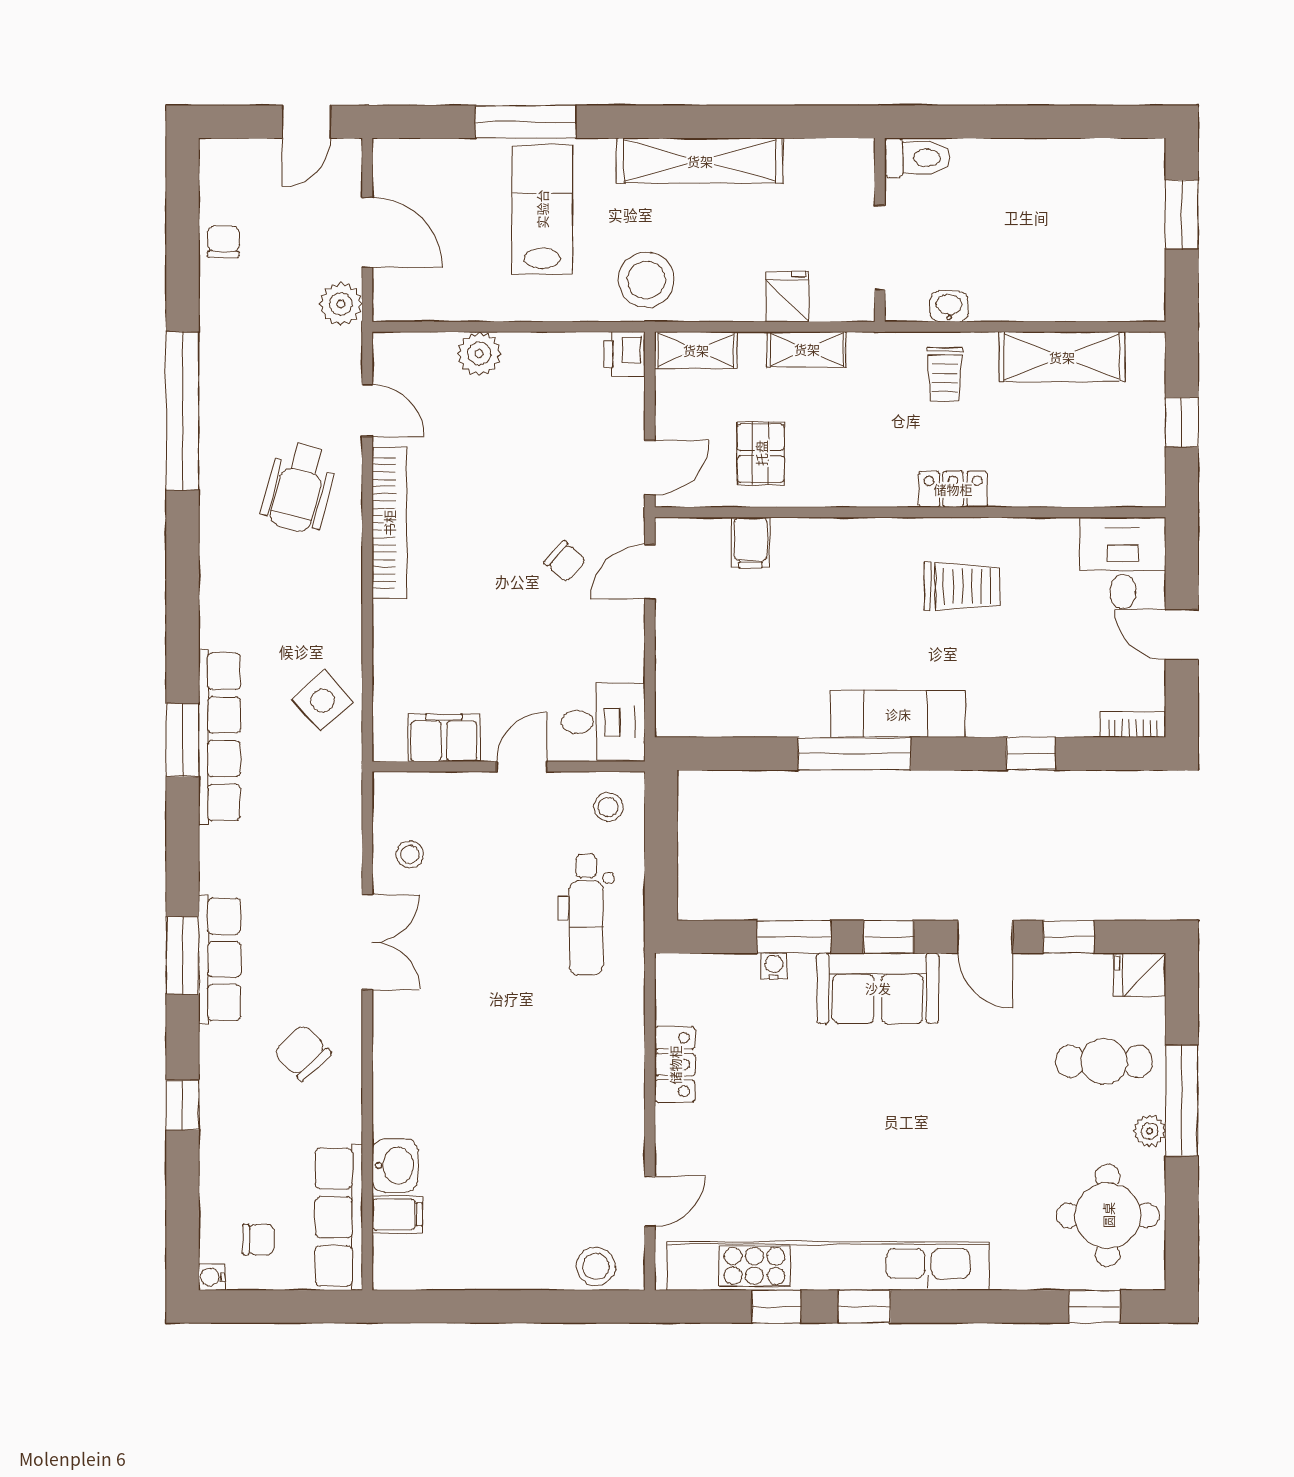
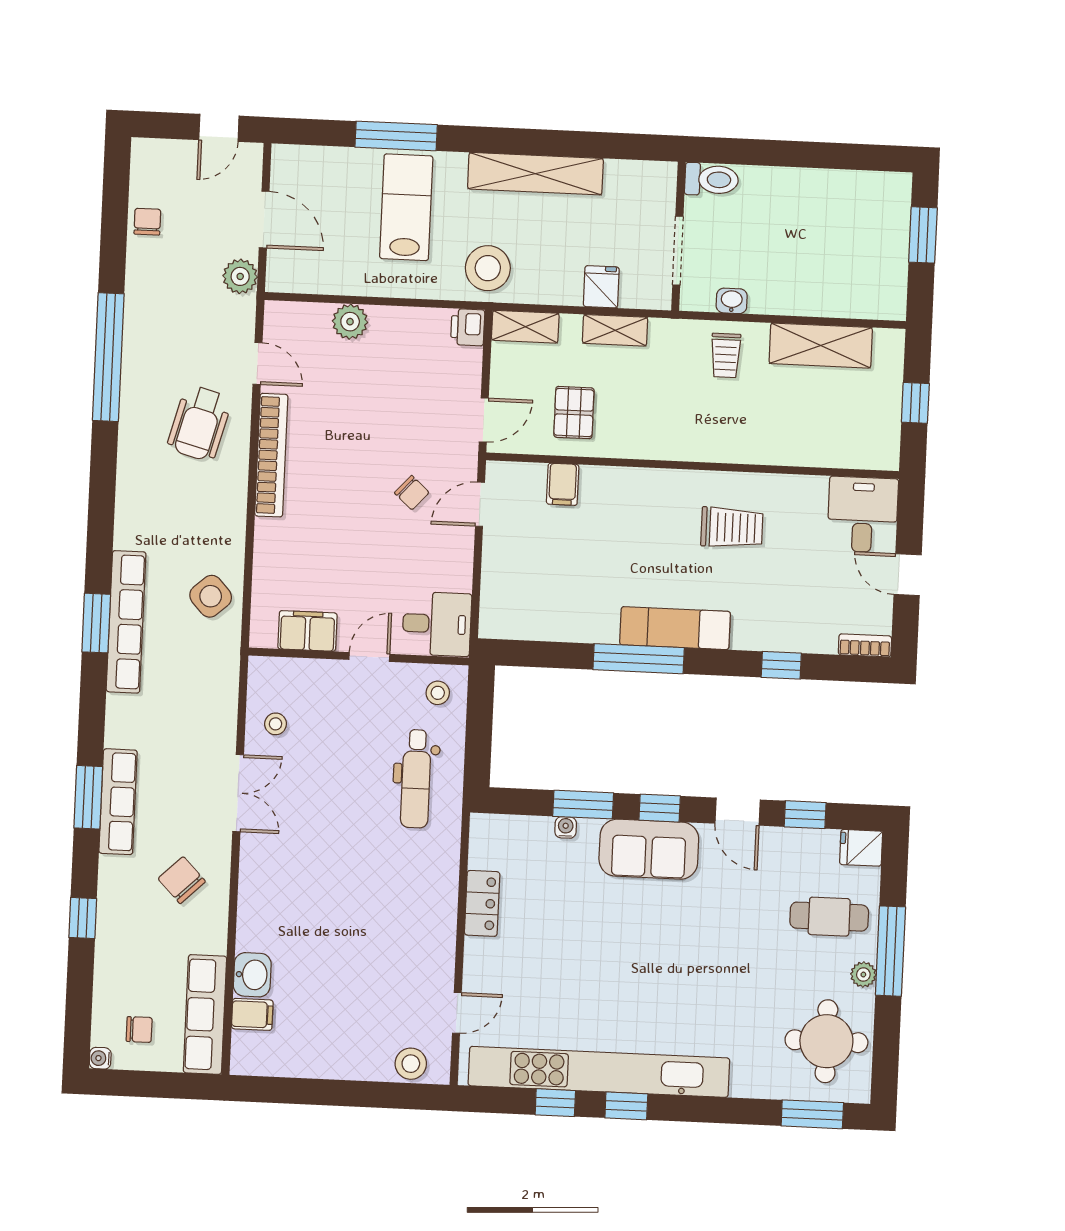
locker: (953, 489) -> (728, 449), removed
window: (1094, 1306) -> (812, 1114), width x1.50

